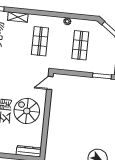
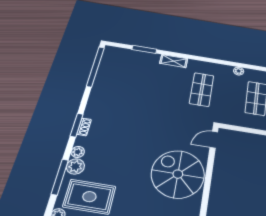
spiral stairs: (27, 111) -> (178, 174), width x1.37, depth x1.37

